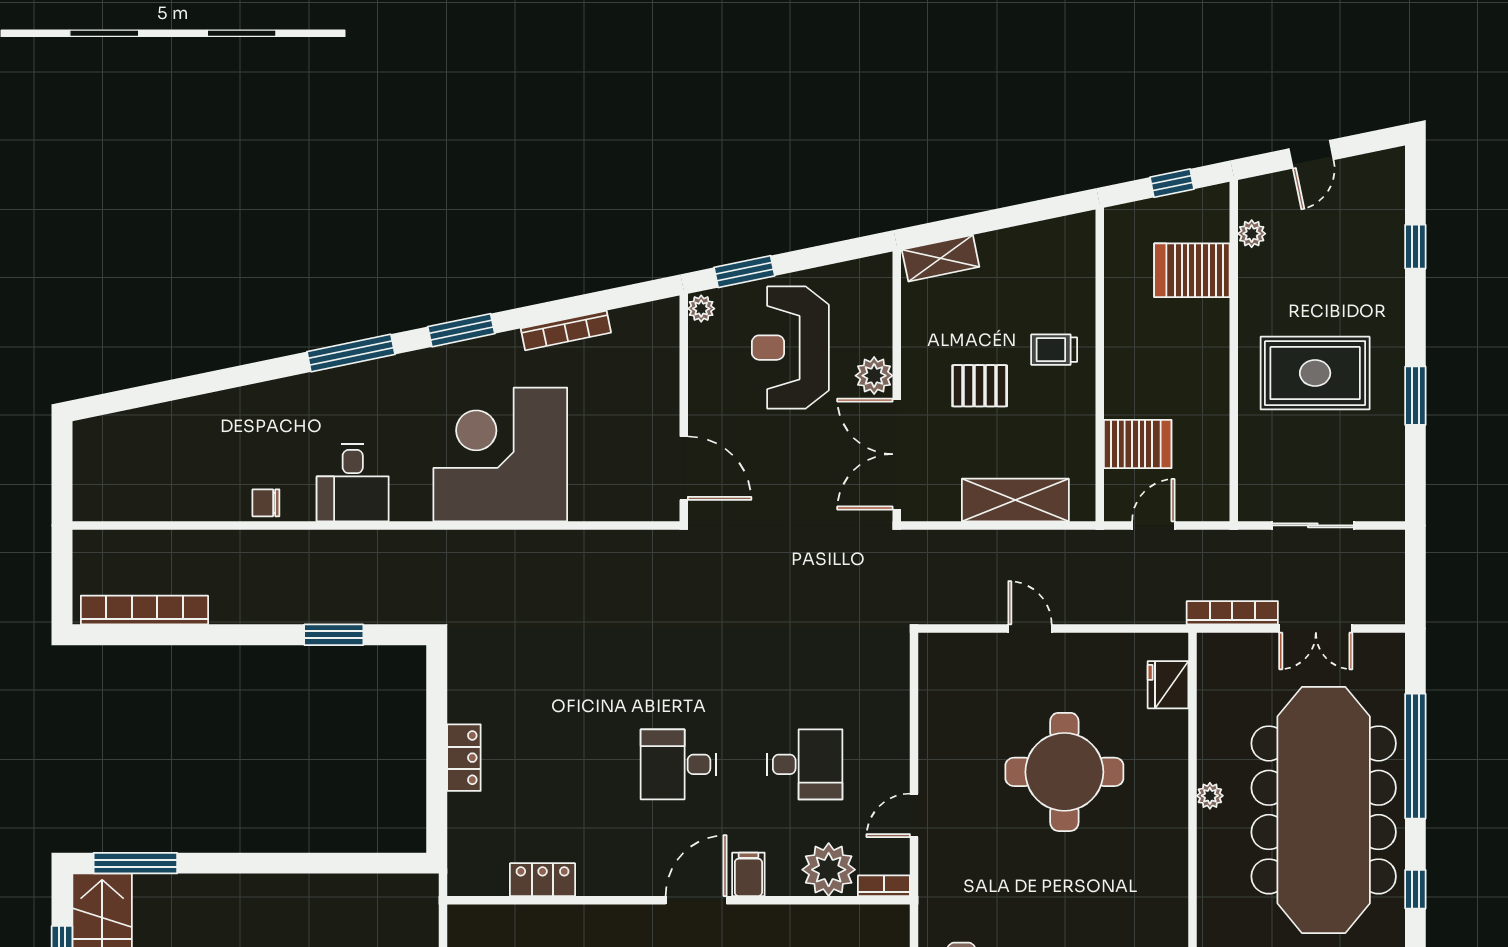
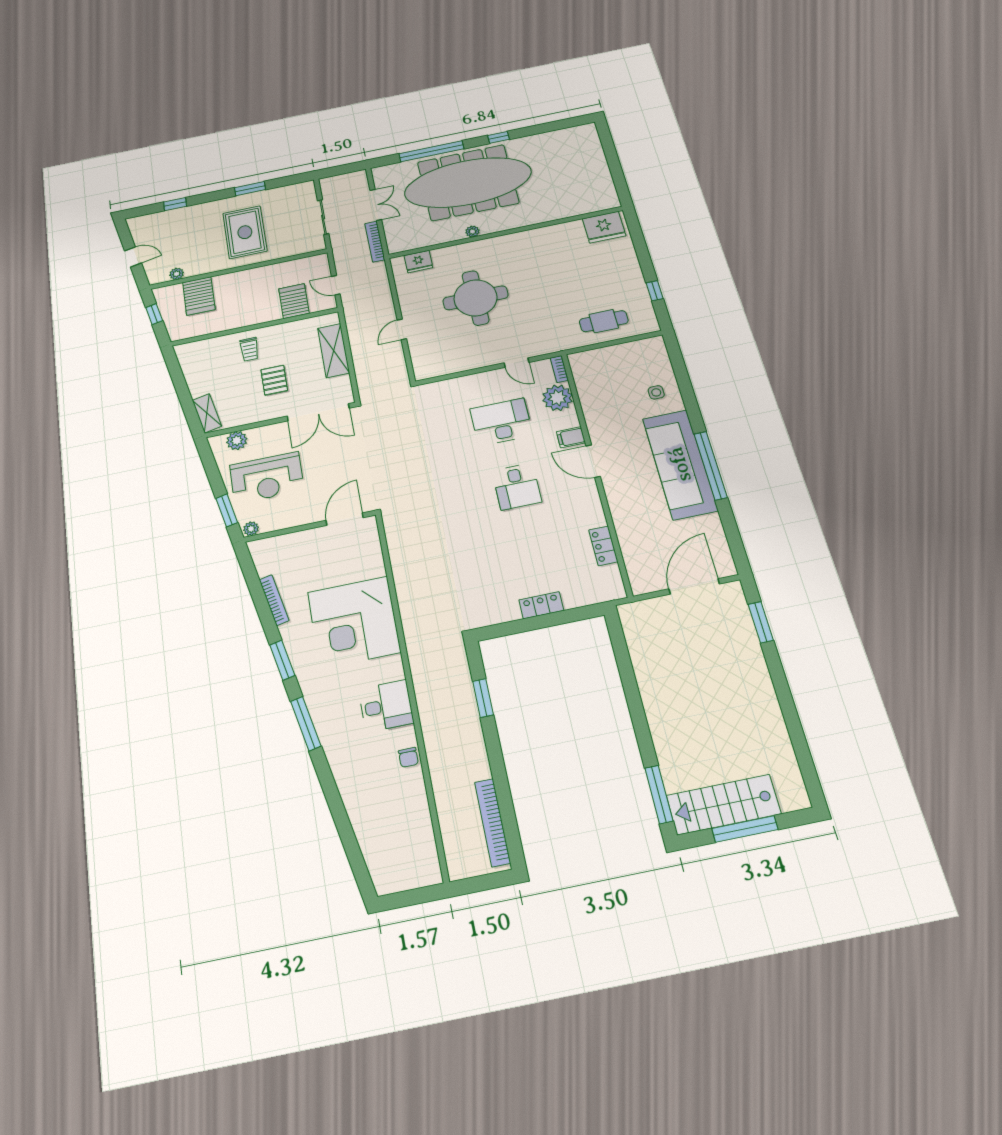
plant: (874, 376) -> (237, 441), moved
desk: (805, 764) -> (501, 422), width x1.37

